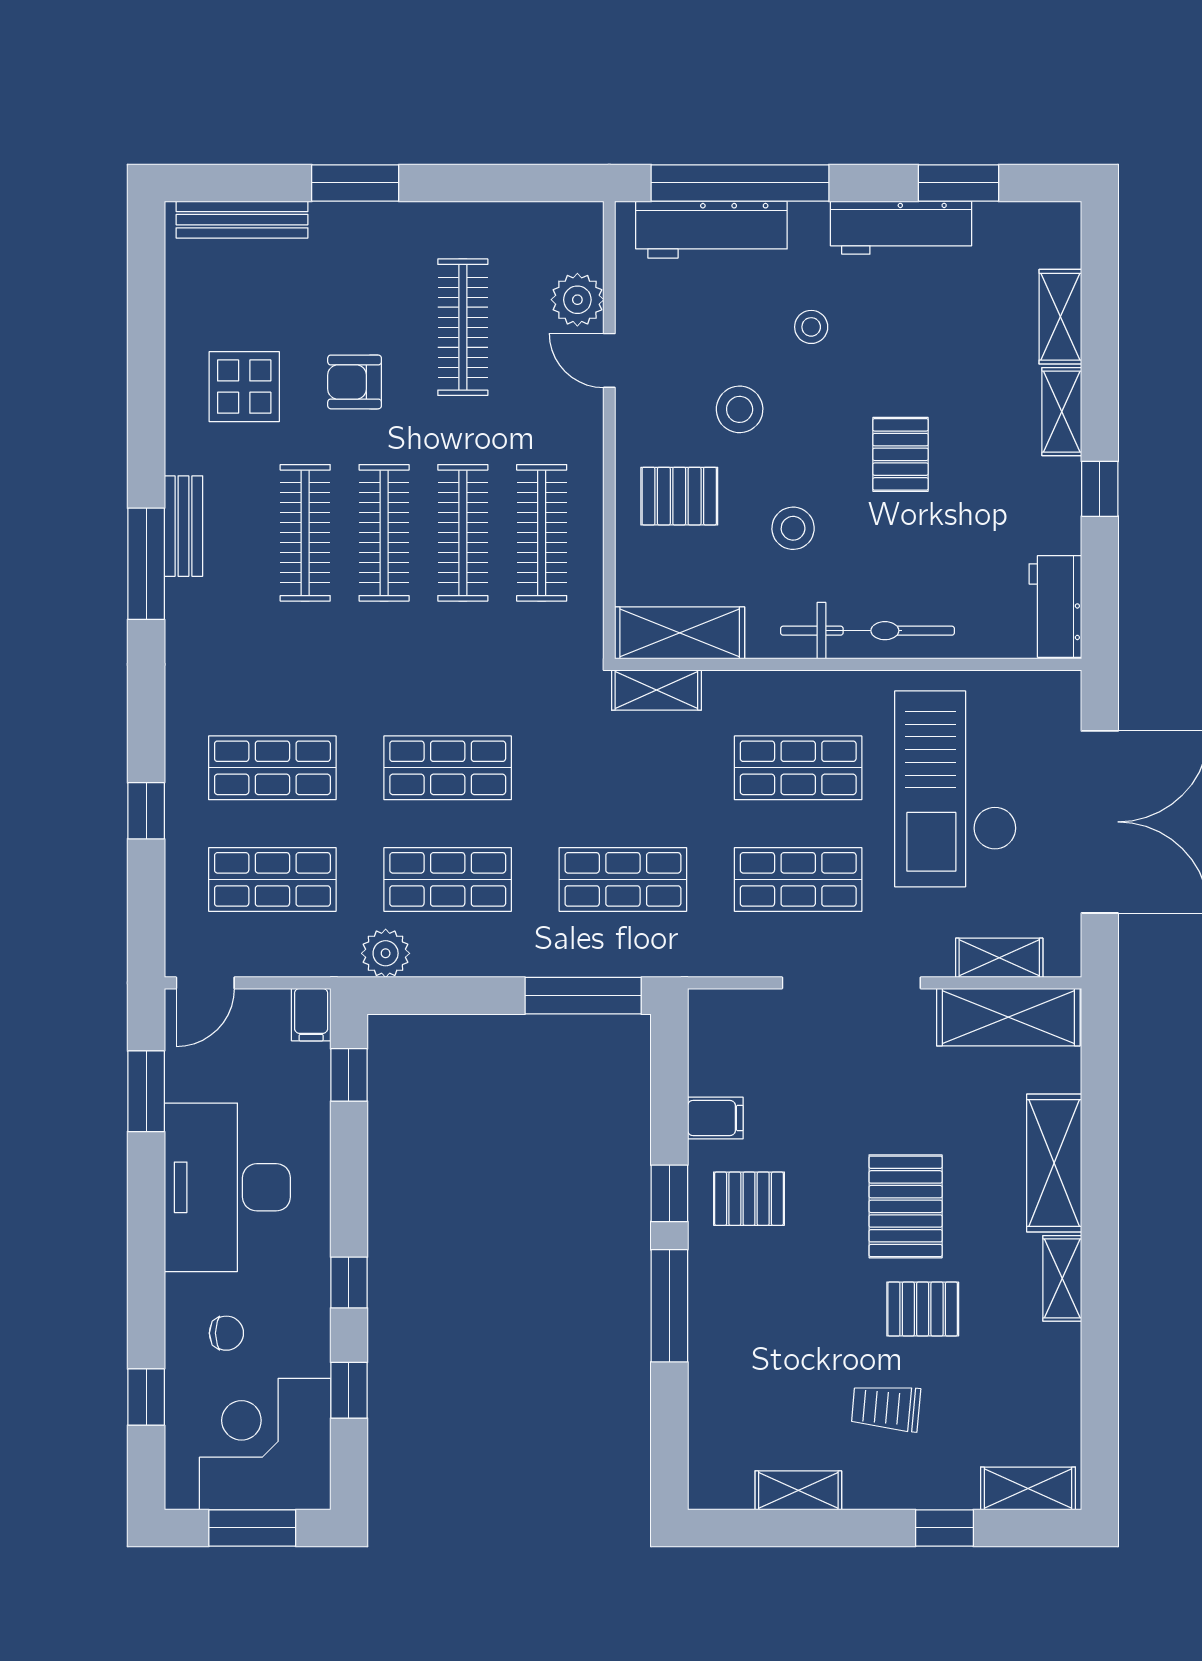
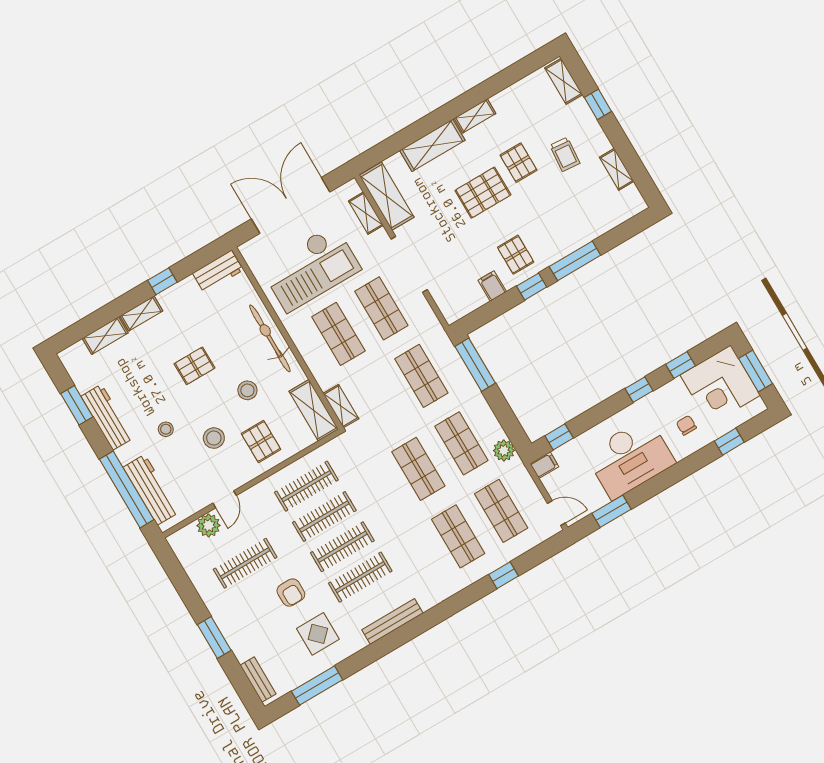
bench: (242, 220) -> (258, 680), width x0.73
bench: (183, 526) -> (392, 621), width x1.36
window: (146, 564) -> (317, 685), moved

